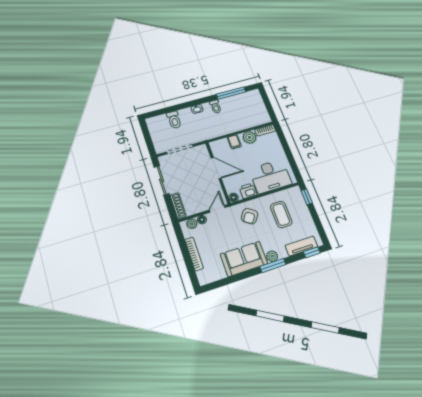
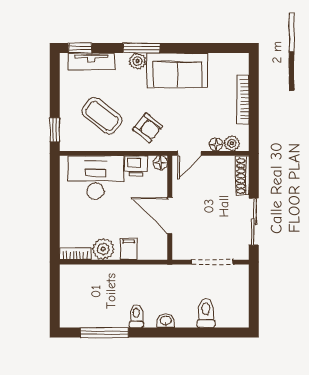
coffee table: (281, 214) -> (102, 116), turned -52
armchair: (250, 216) -> (148, 128), turned 93

